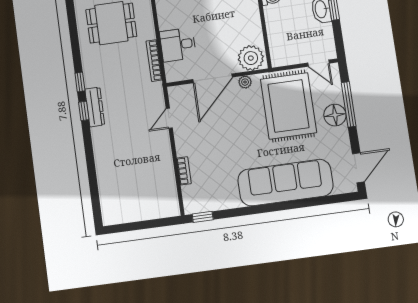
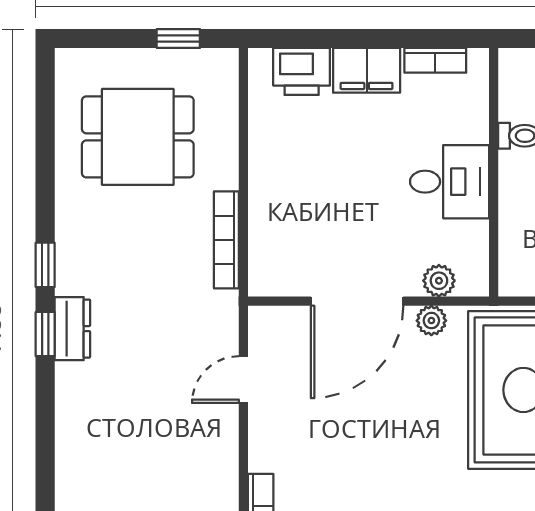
desk: (178, 45) -> (450, 182), moved, turned 180
plant: (251, 58) -> (439, 281), width x0.53, depth x0.53
dresser: (95, 107) -> (72, 329), width x0.70

